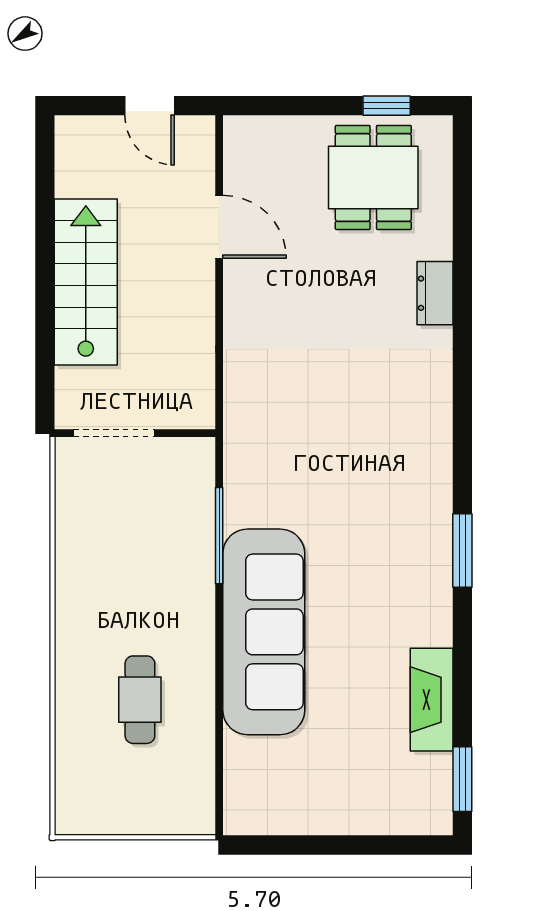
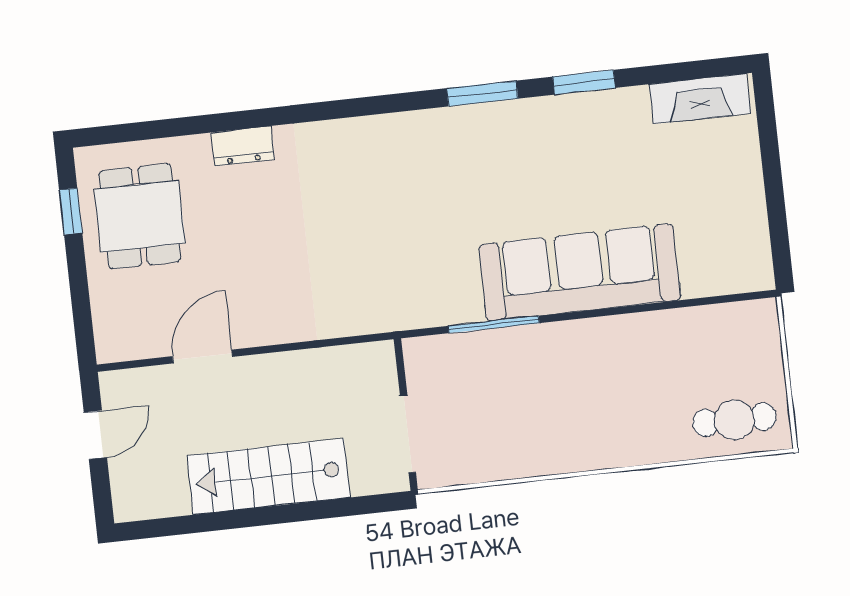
dining table: (373, 177) -> (140, 216), turned 90
cafe table: (140, 700) -> (734, 420), moved
fireplace: (432, 700) -> (700, 99), moved
window: (462, 779) -> (584, 82), moved

